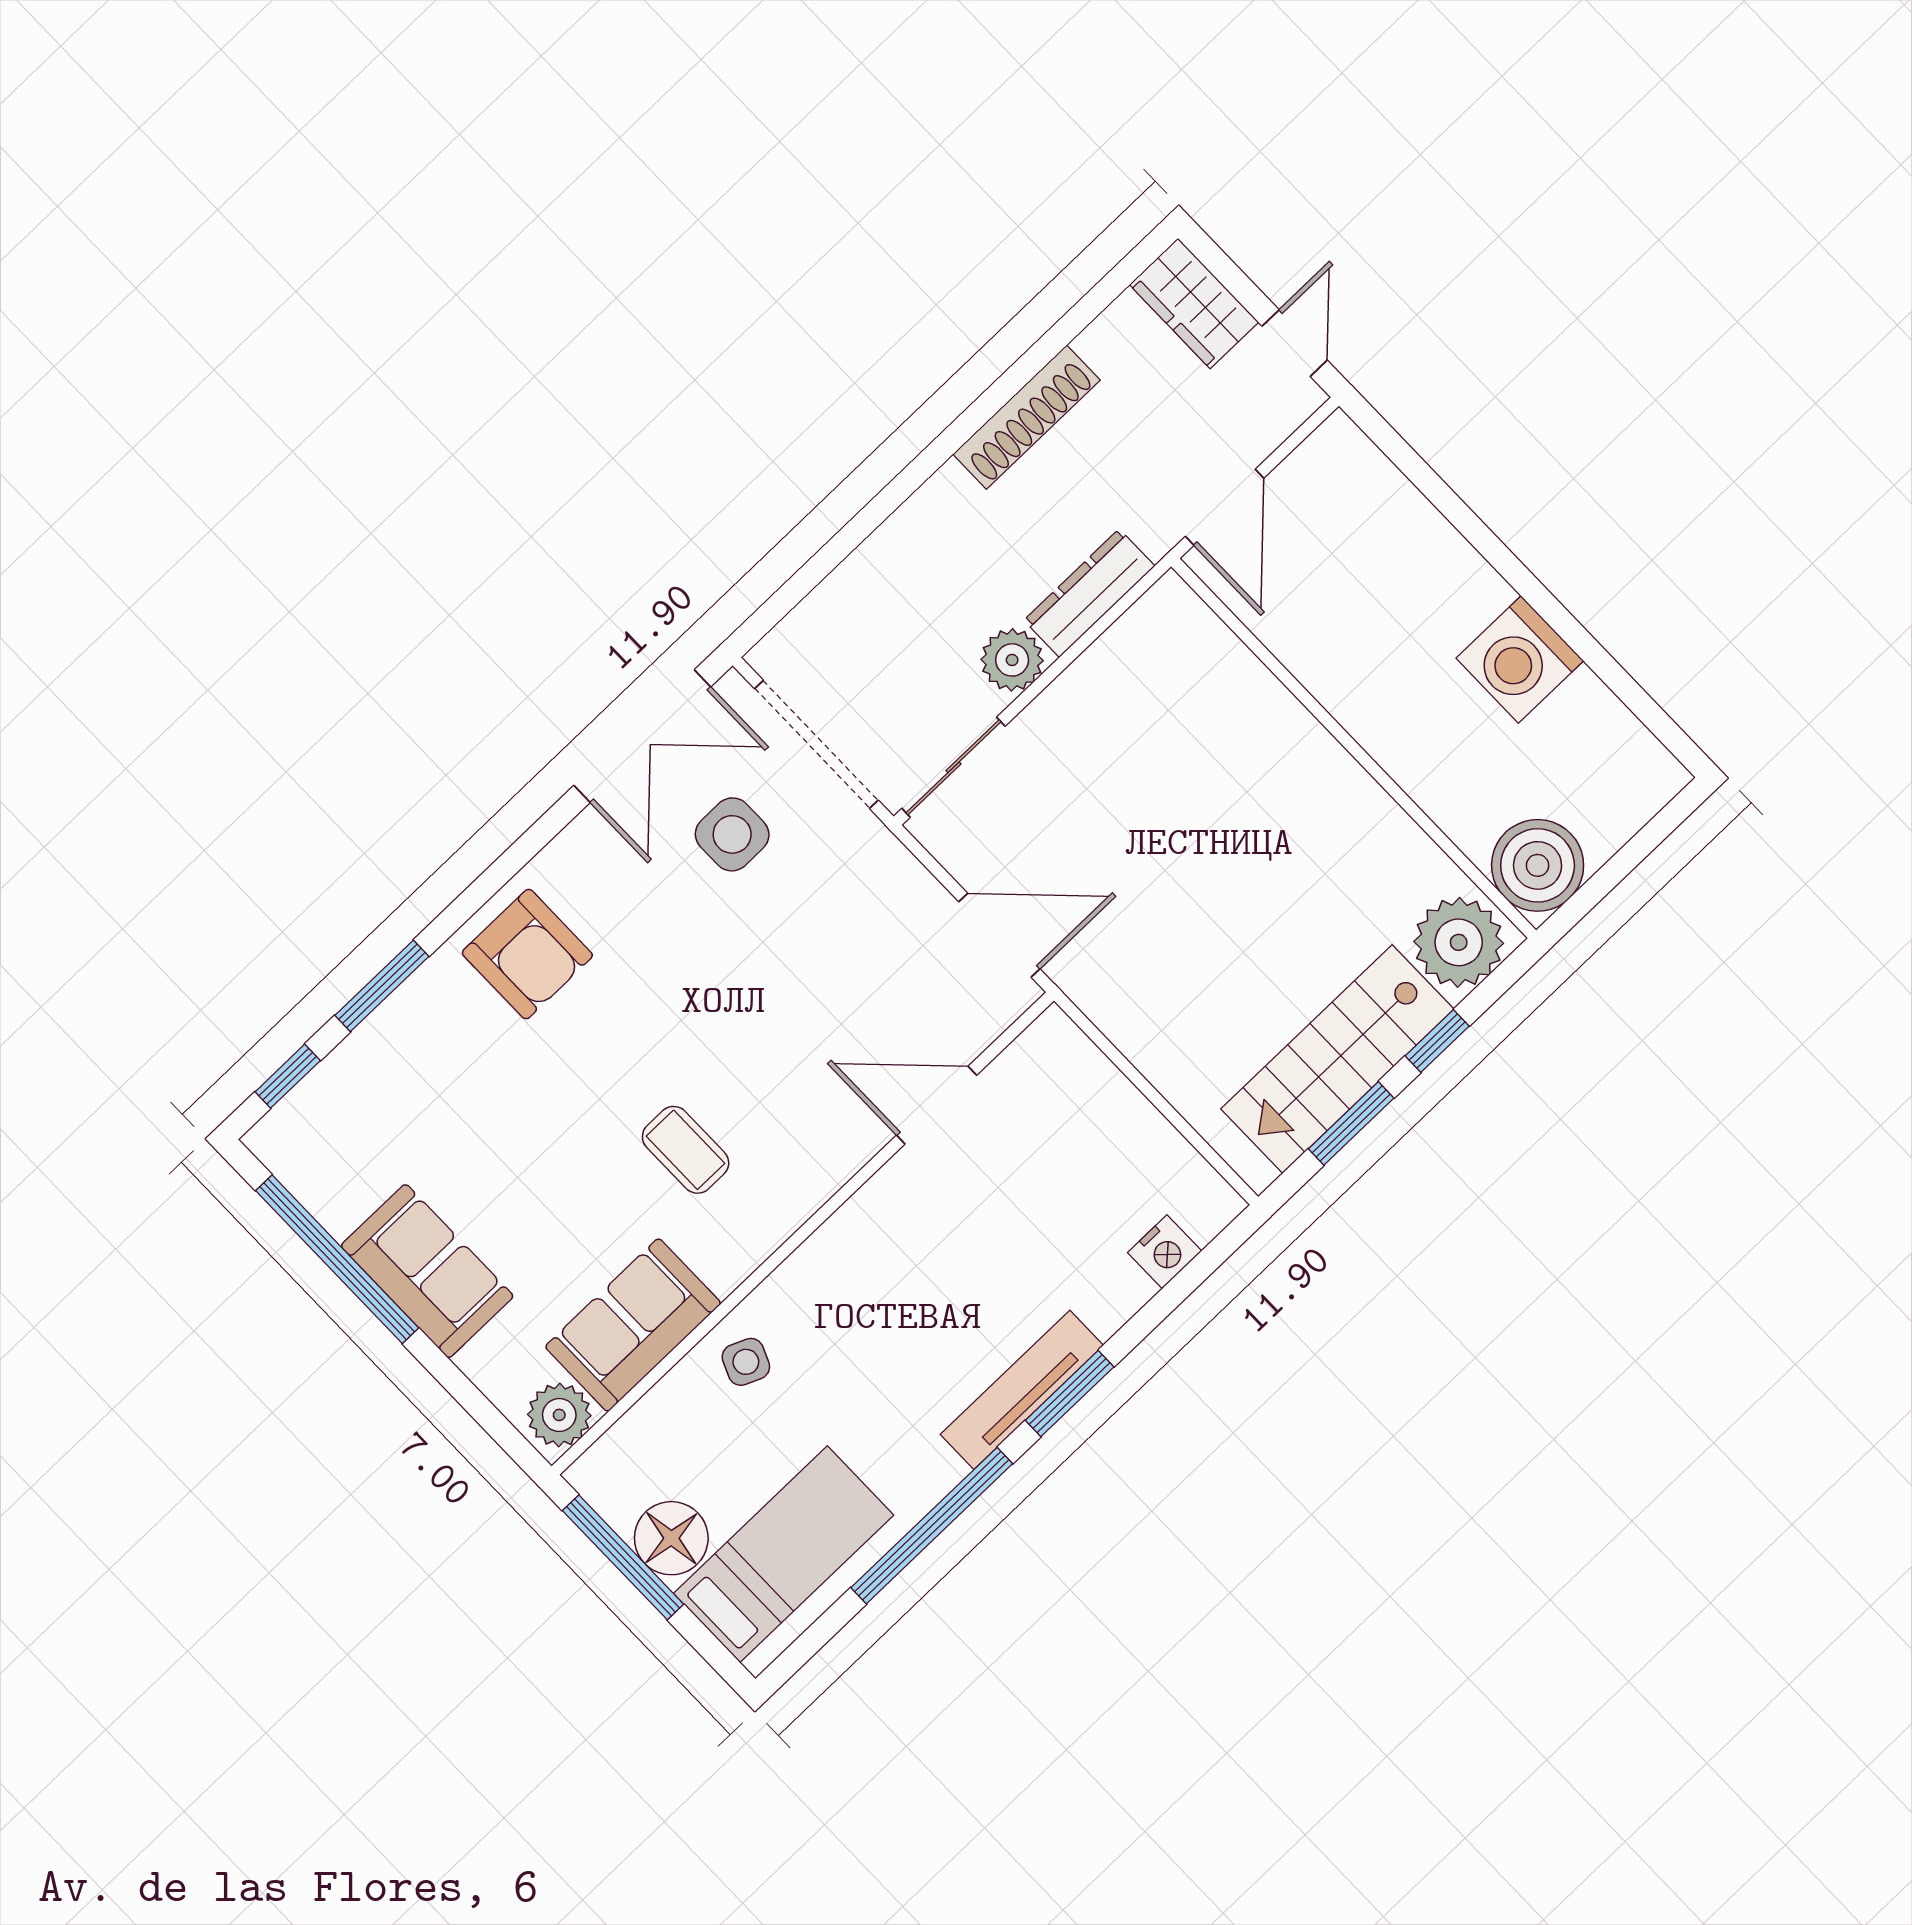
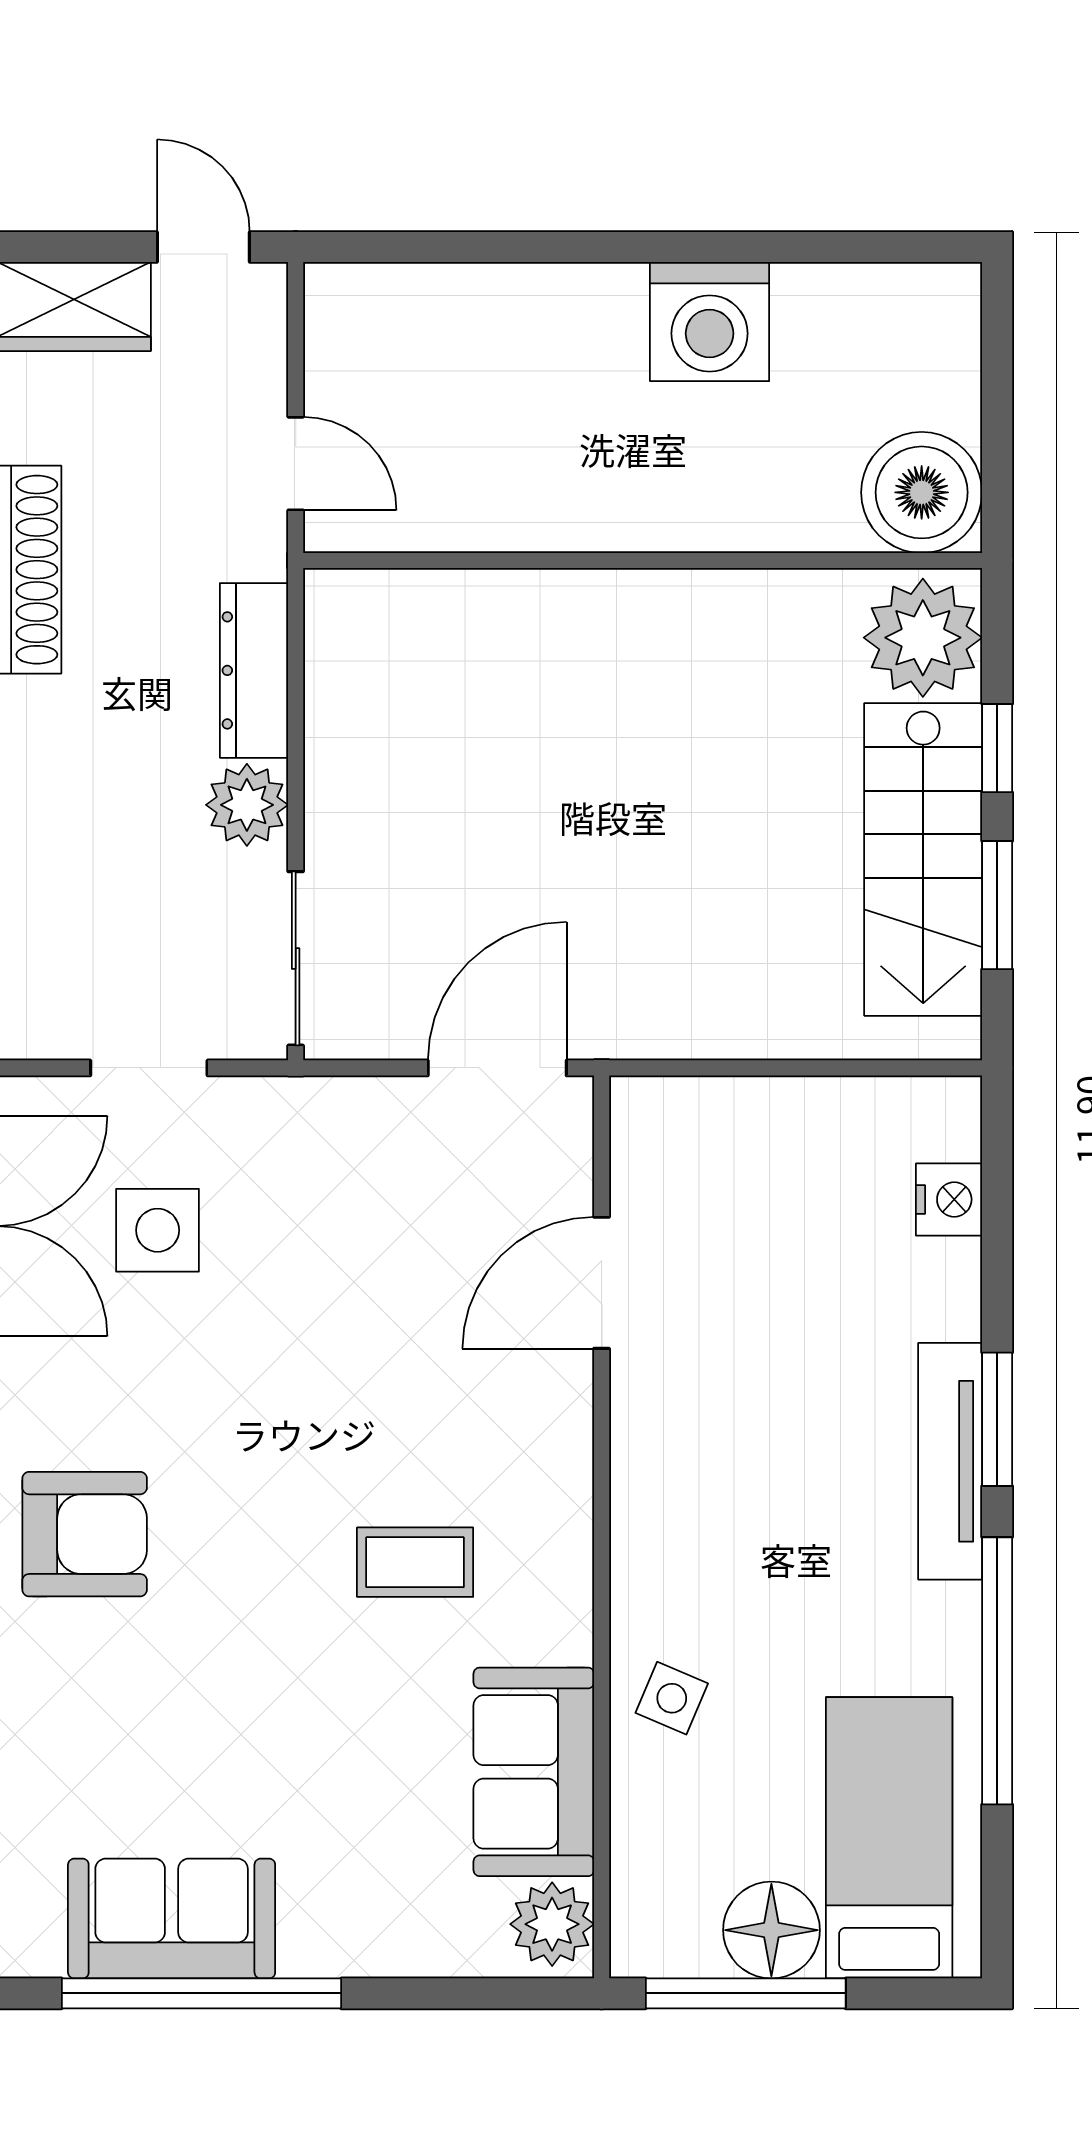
door: (1225, 507) -> (296, 464), width x0.73
doorway: (816, 744) -> (149, 1068), width x0.53
sofa: (427, 1271) -> (172, 1919), moved

